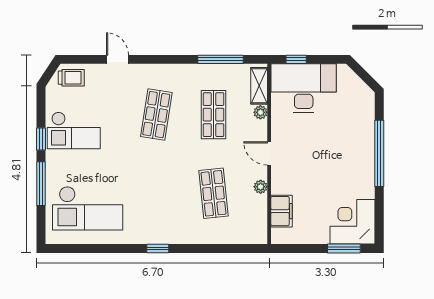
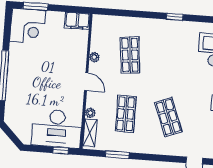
window: (220, 59) -> (117, 155), width x0.69
shop shelf: (156, 115) -> (168, 117), turned -30
filing cabinet: (282, 211) -> (77, 21), moved, turned -90

